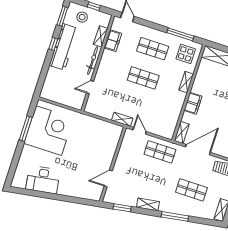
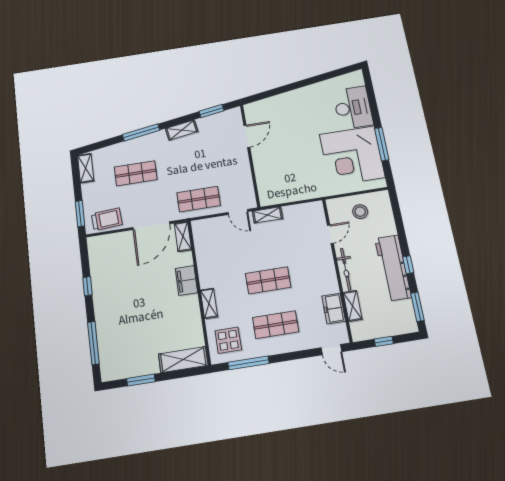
stool: (82, 17) -> (360, 212), moved
desk: (43, 180) -> (353, 108), moved, turned 99

